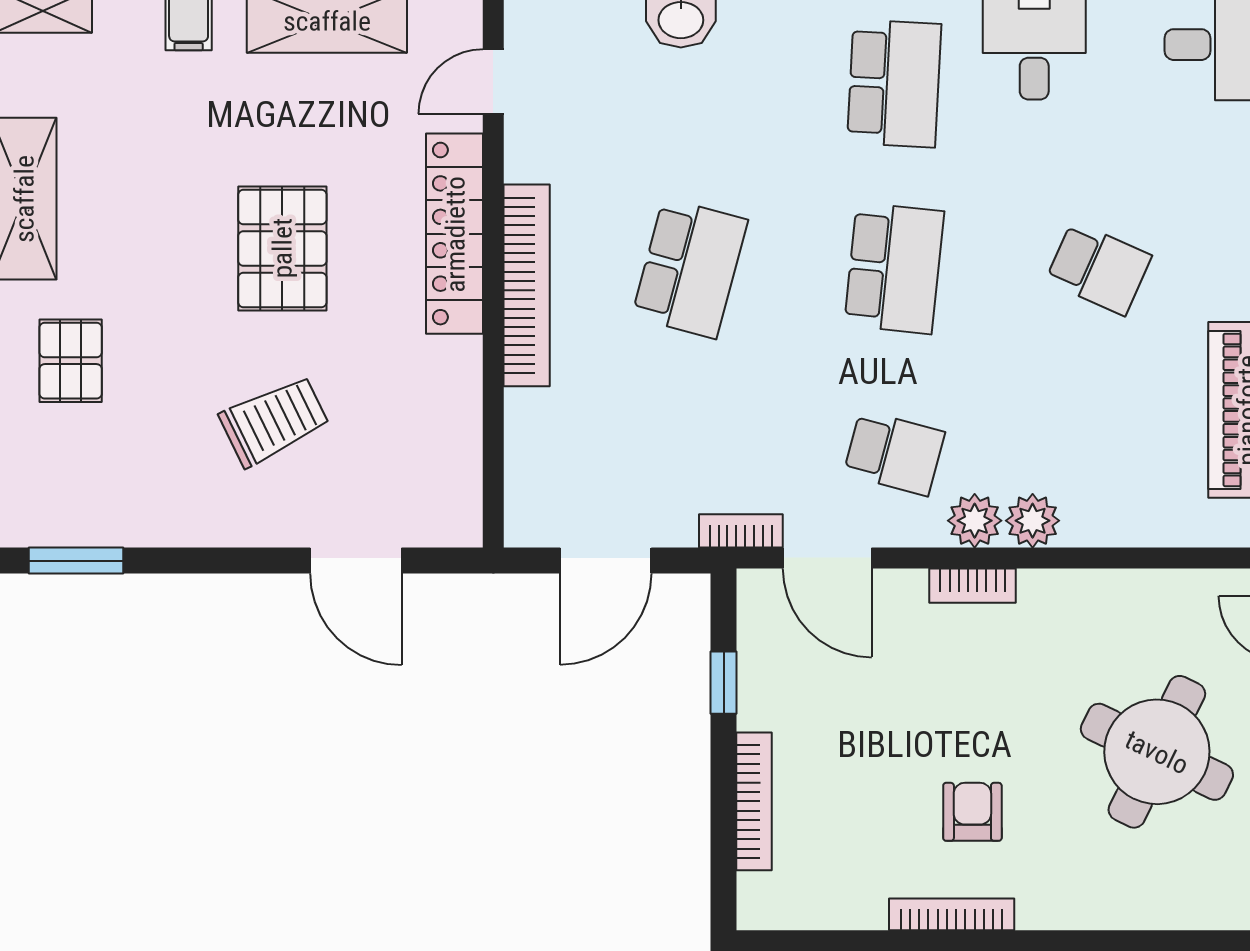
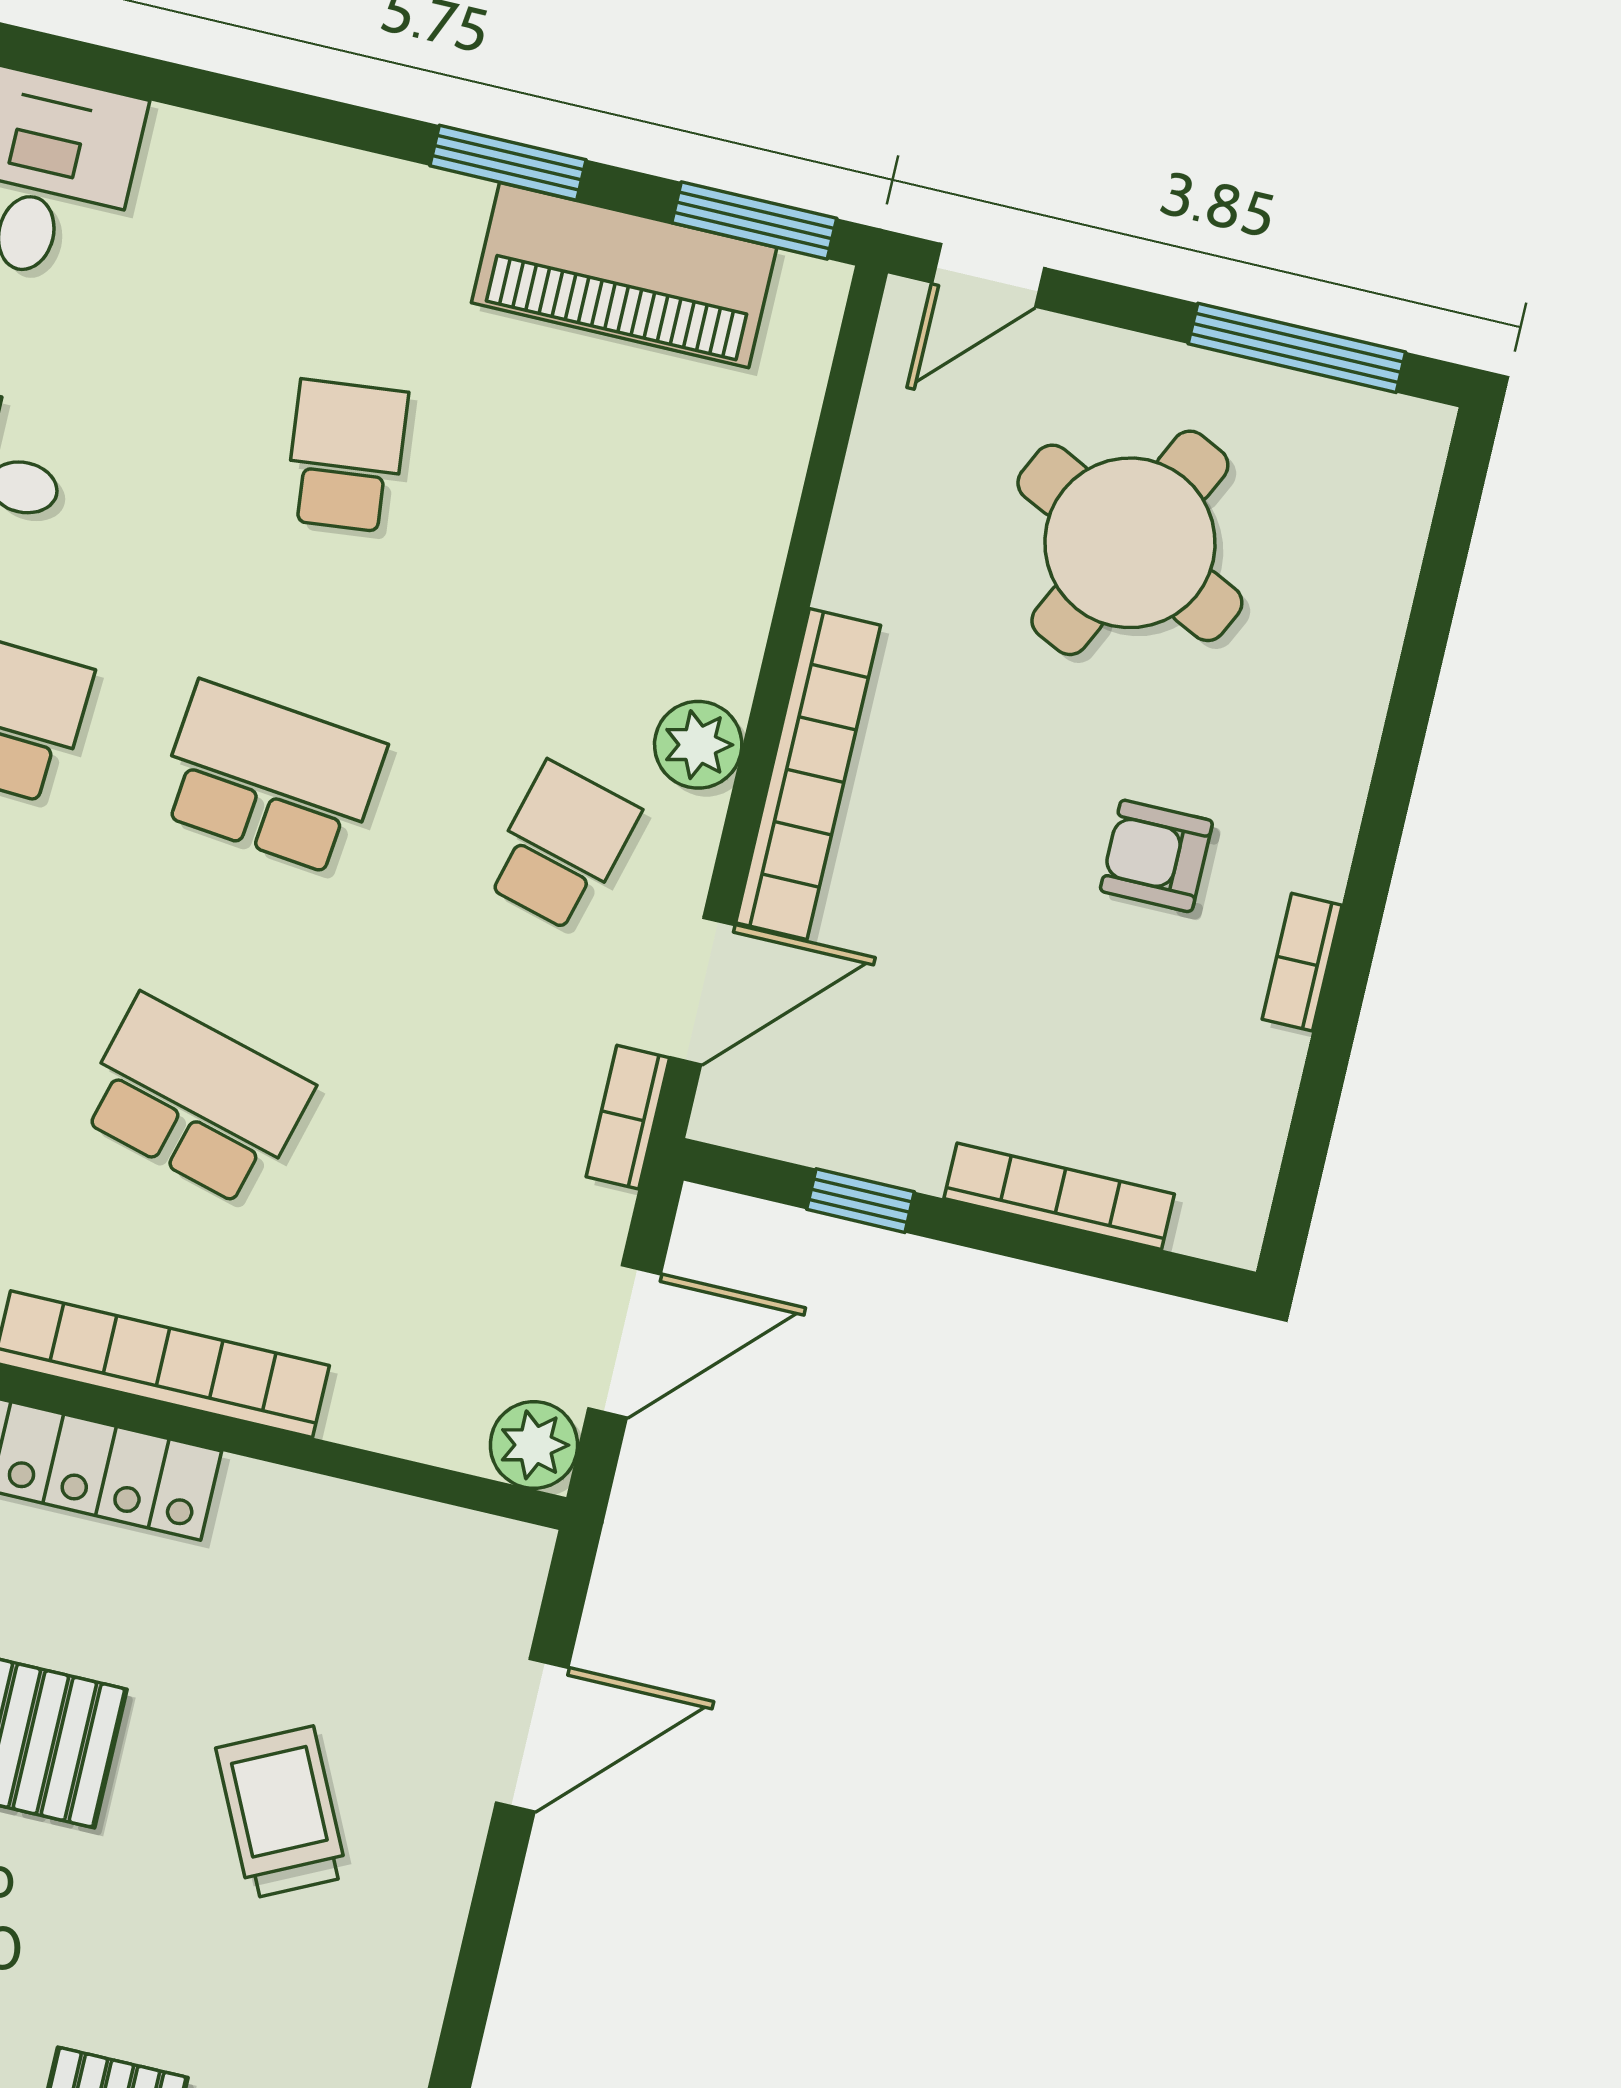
school desk: (1099, 268) -> (346, 456), turned -30
plant: (1033, 521) -> (534, 1445), moved
door: (606, 561) -> (624, 1341), hinge flipped
bookcase: (973, 586) -> (808, 774), width x2.31, depth x1.31
bookcase: (952, 914) -> (1302, 962), width x0.64

